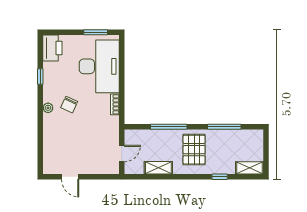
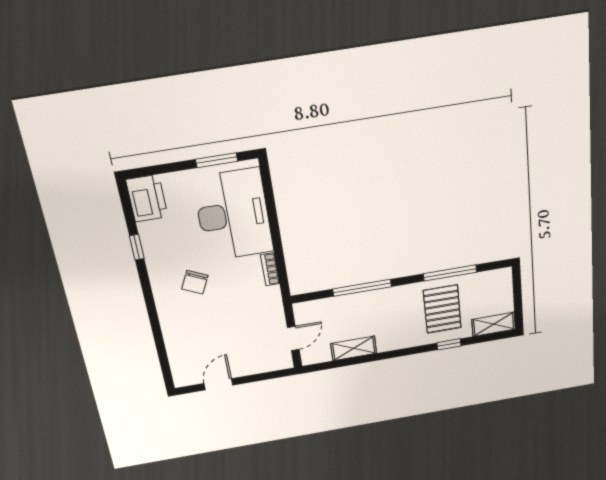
plant: (48, 108) -> (161, 293), removed
pallet: (194, 150) -> (442, 309), moved
door: (70, 177) -> (218, 384), swing flipped

